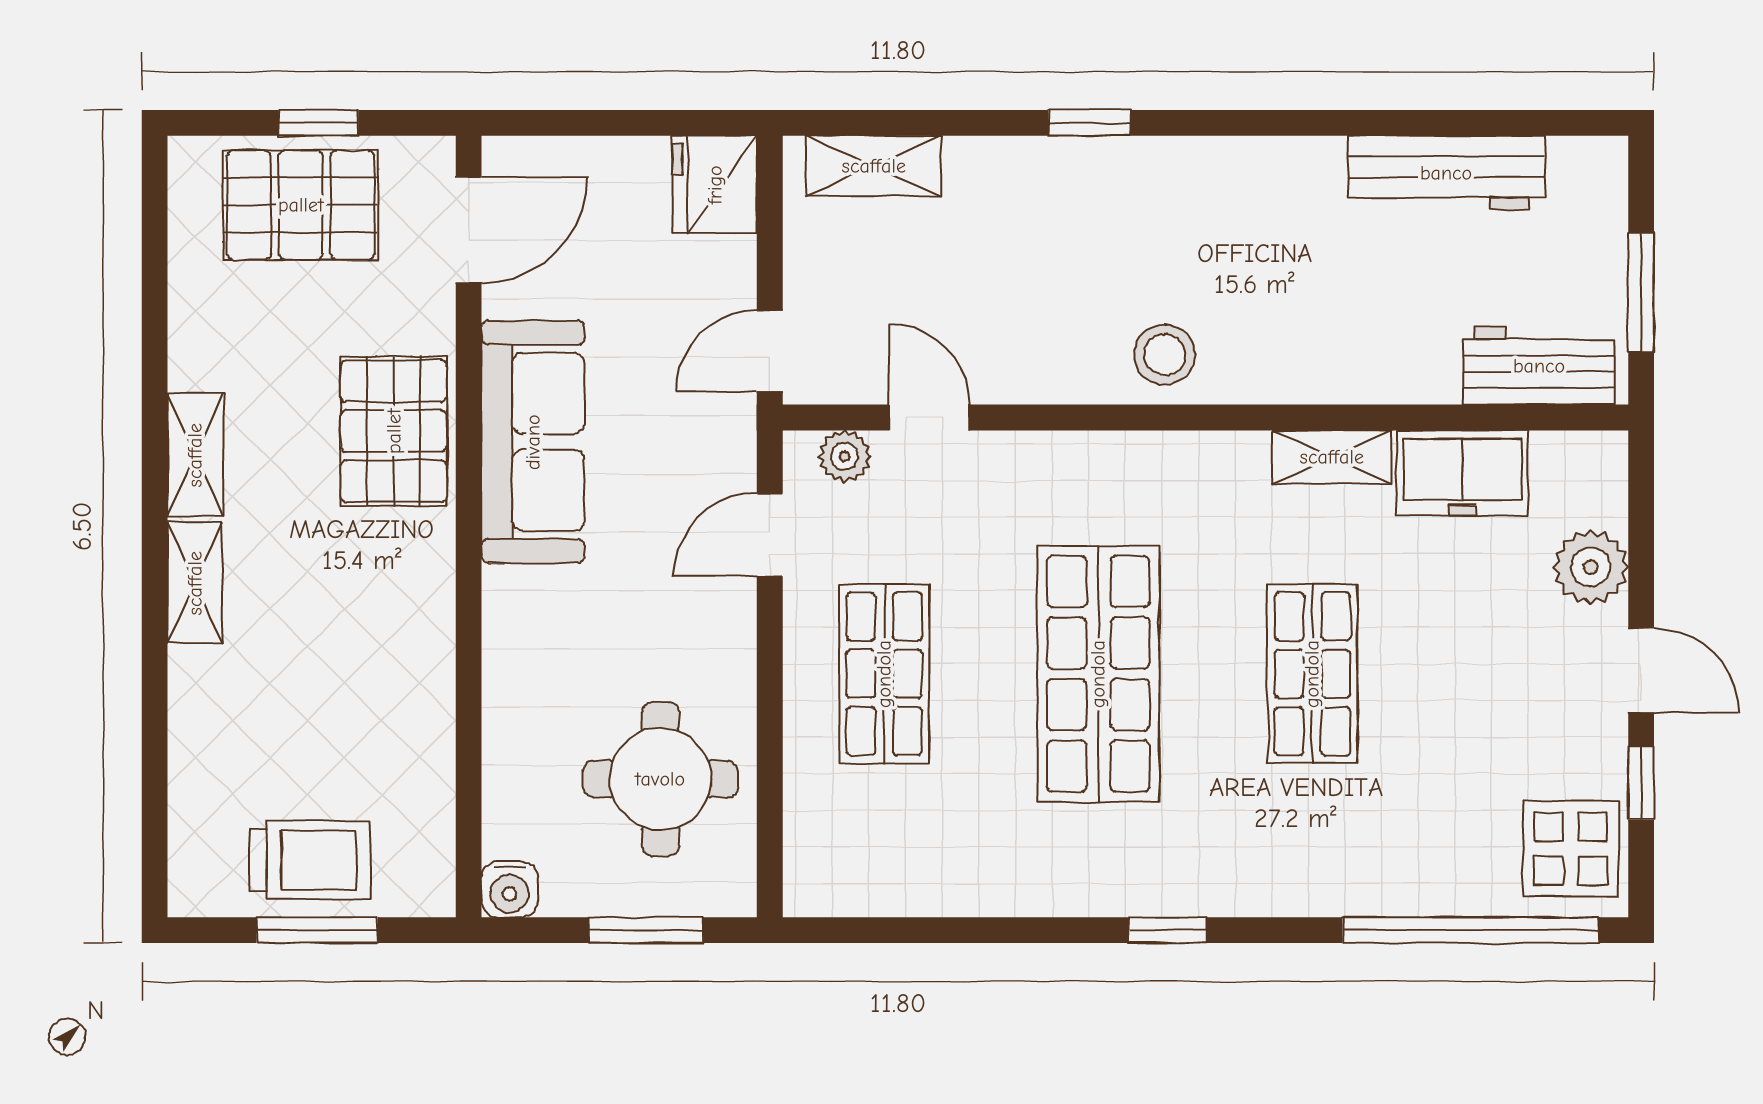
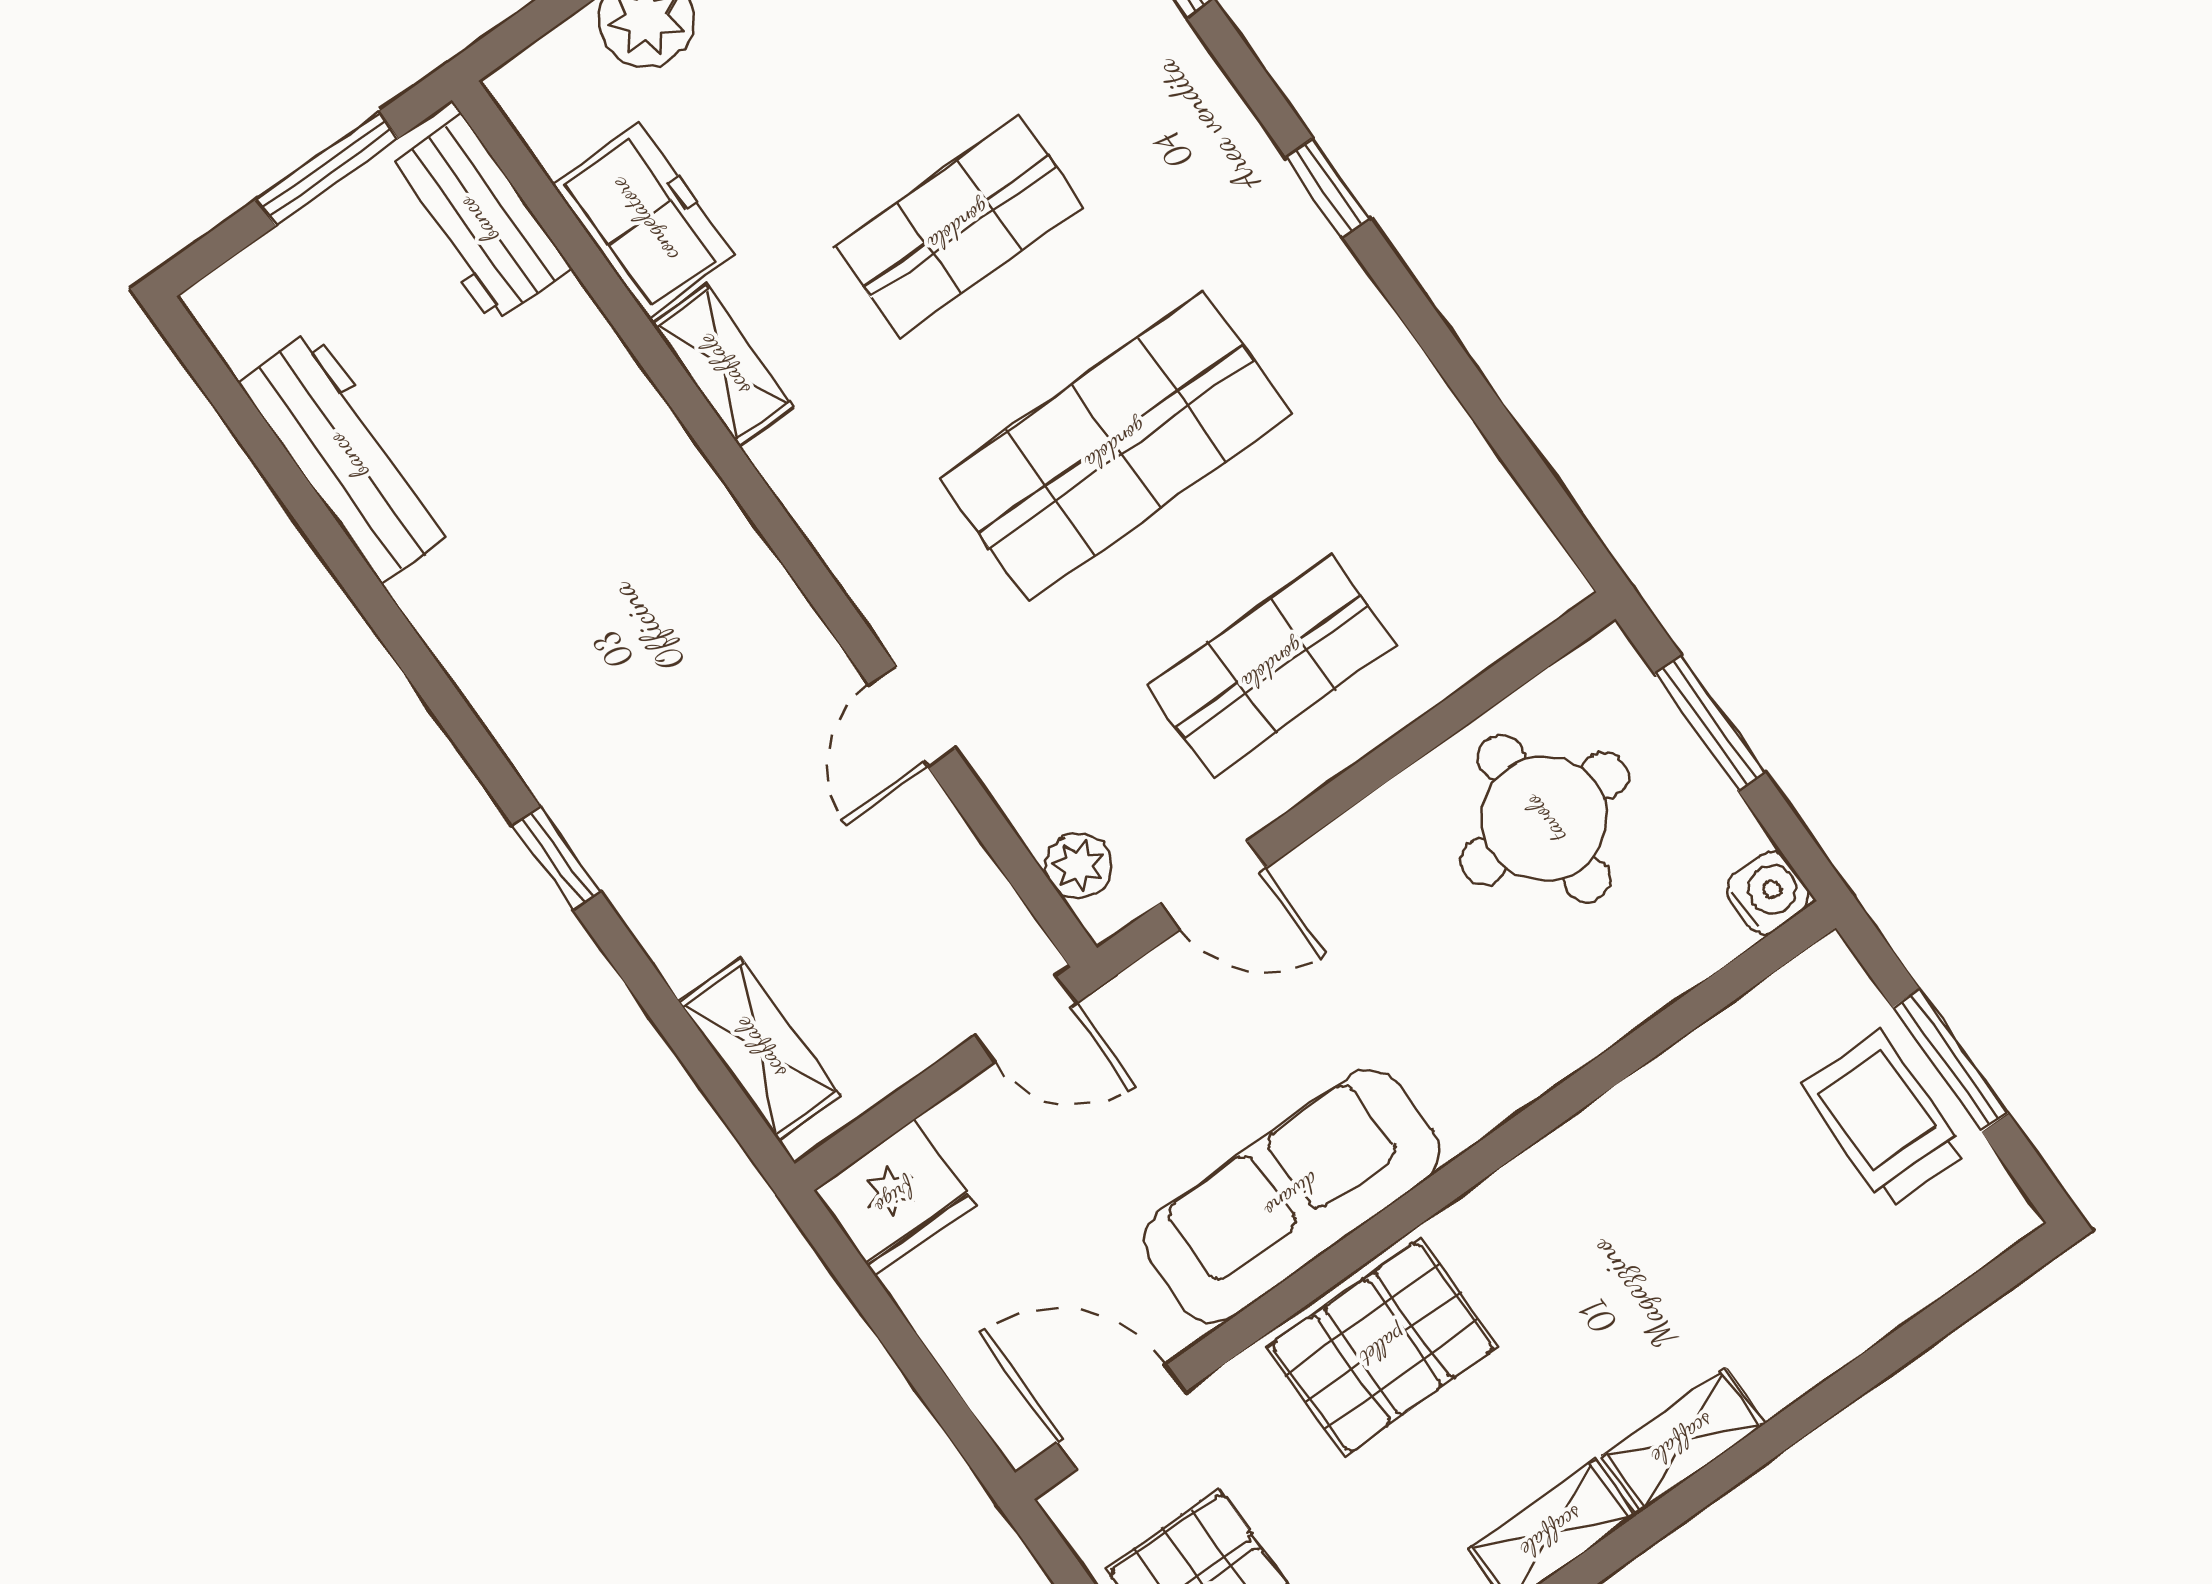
stool: (1165, 355) -> (740, 612), removed
door: (929, 418) -> (912, 716), moved

